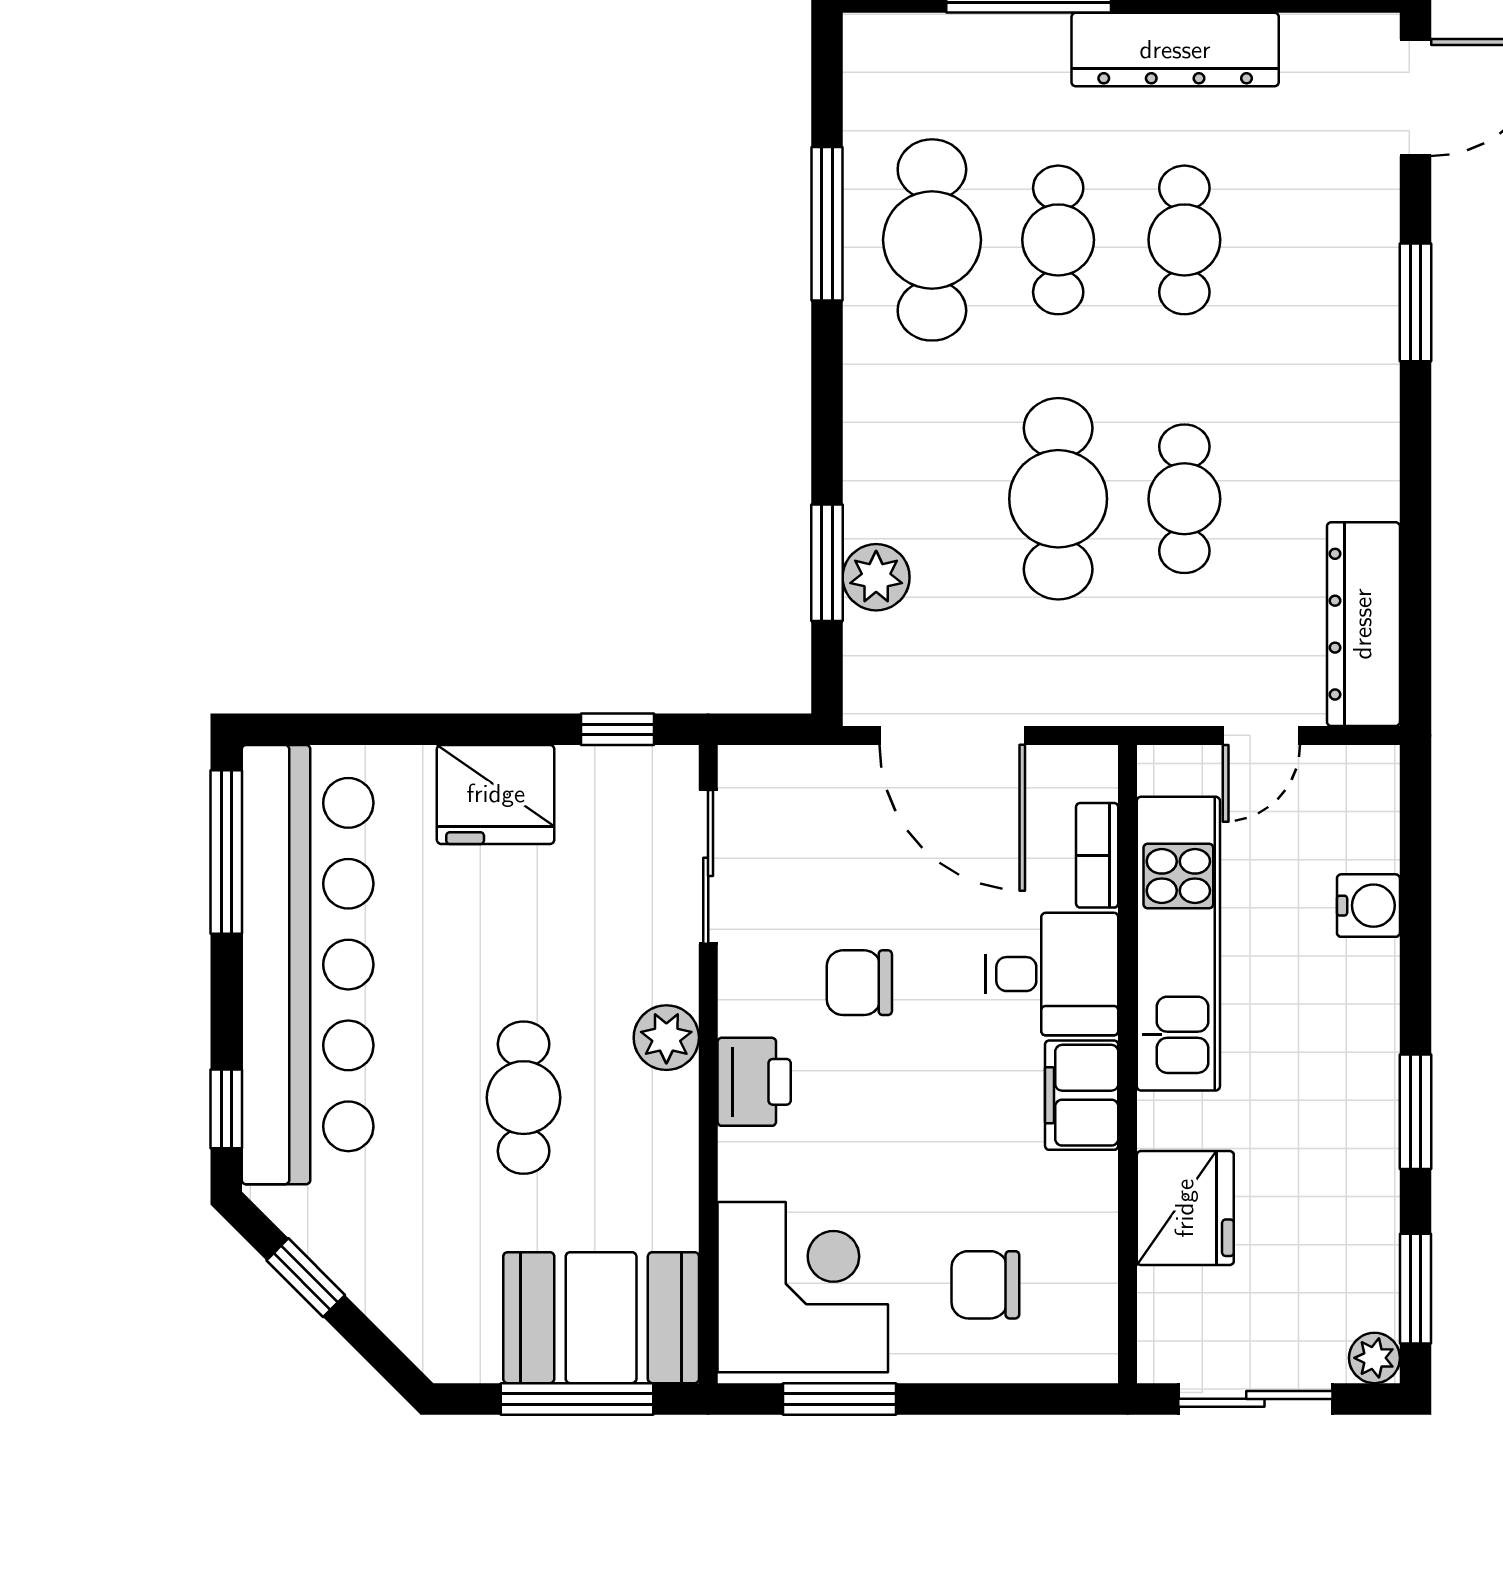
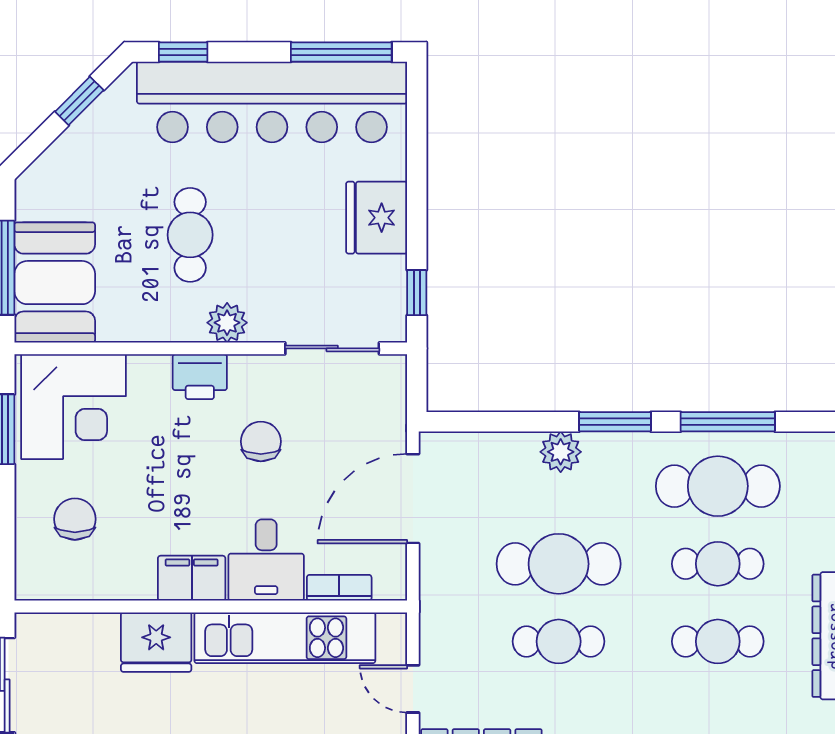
window: (827, 563) -> (615, 422), moved
plant: (876, 577) -> (561, 452), moved
cafe table: (524, 1098) -> (190, 235), turned 90
fridge: (1185, 1208) -> (156, 642), moved

